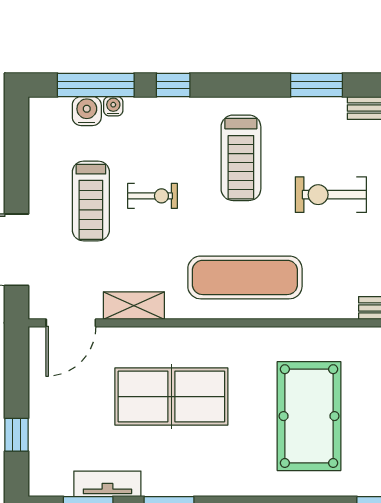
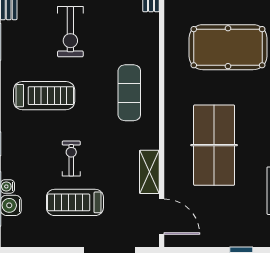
treadmill: (91, 201) -> (75, 202), turned 180
exercise mat: (245, 277) -> (129, 93), width x0.73, depth x0.69

